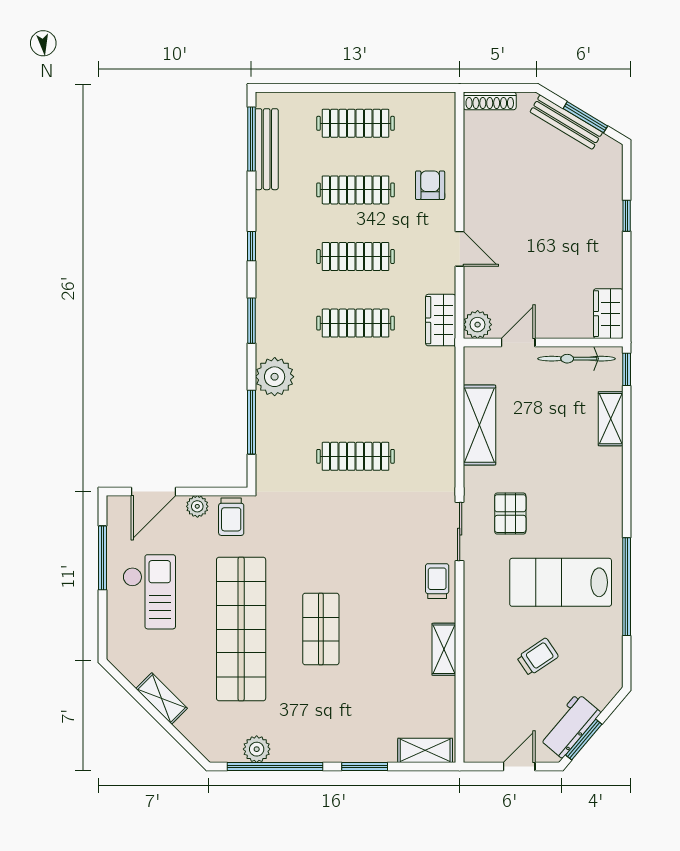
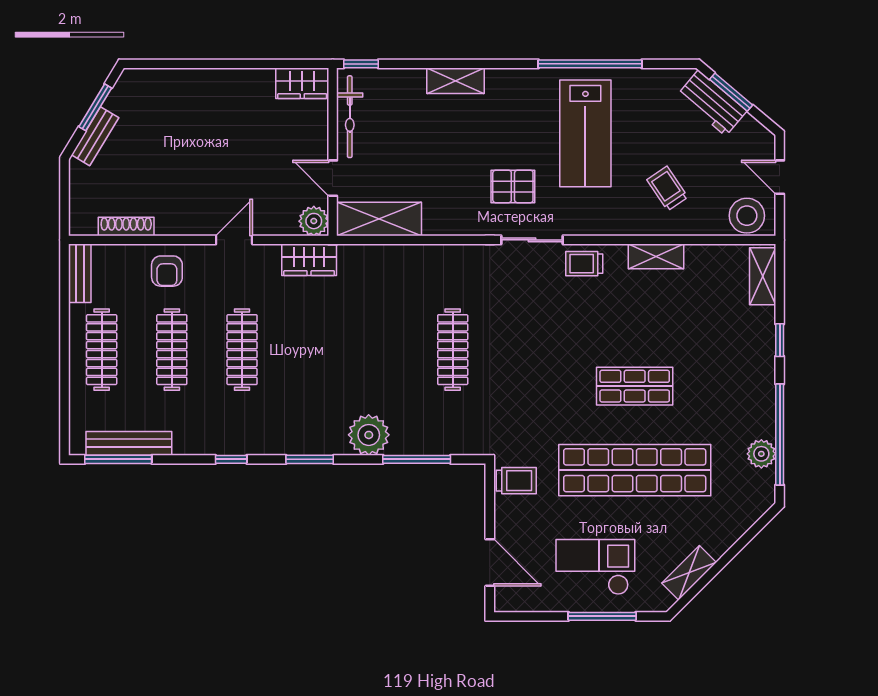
shoe rack: (490, 101) -> (126, 226), moved, turned -90
bench: (428, 103) -> (80, 273), added
bench: (566, 122) -> (95, 136), width x0.73
armchair: (430, 185) -> (167, 271), turned -90
window: (627, 216) -> (199, 64), removed
clothes rail: (356, 323) -> (312, 350), removed
shelving: (611, 419) -> (455, 81), moved
shelving: (479, 425) -> (379, 219), moved
plant: (197, 506) -> (505, 516), removed
window: (102, 558) -> (602, 616), moved
trolley: (538, 657) -> (667, 188), moved
shelving: (162, 698) -> (689, 573), moved
workbench: (570, 726) -> (712, 103), moved
stool: (483, 735) -> (747, 216), added
window: (584, 740) -> (731, 92), moved
window: (365, 766) -> (780, 340), width x0.67

